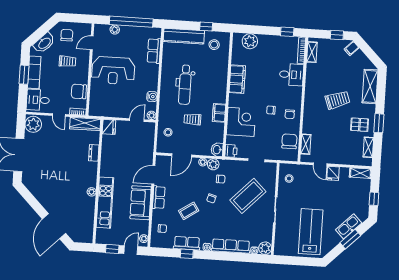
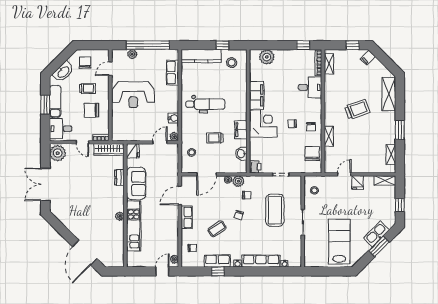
dental chair: (185, 85) -> (205, 104), turned -90
chair: (79, 91) -> (91, 110), moved
corner desk: (241, 122) -> (263, 124), moved
pallet: (359, 125) -> (381, 133), removed
shelving: (306, 144) -> (329, 136), moved
washbasin: (217, 150) -> (241, 154), moved
door: (320, 164) -> (344, 174), swing flipped
coffee table: (248, 196) -> (275, 210), turned -44
sofa: (141, 203) -> (136, 183), moved, turned 180
plant: (265, 248) -> (295, 261), removed
window: (112, 249) -> (144, 271), removed

